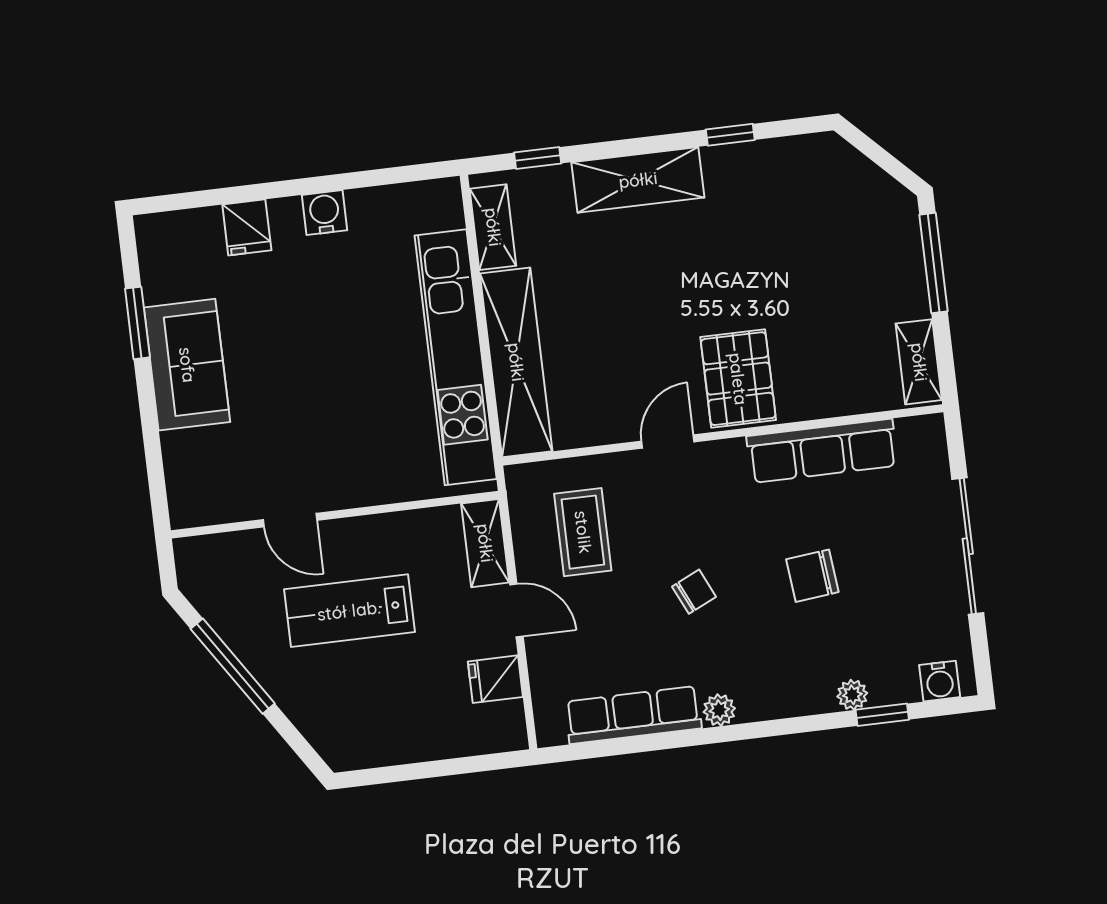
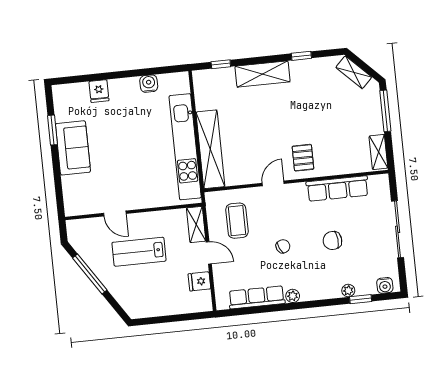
water cooler: (324, 213) -> (149, 84), moved
shelving: (493, 227) -> (354, 72), moved, turned -45
pallet: (738, 379) -> (303, 158), width x0.67, depth x0.71

